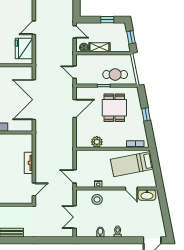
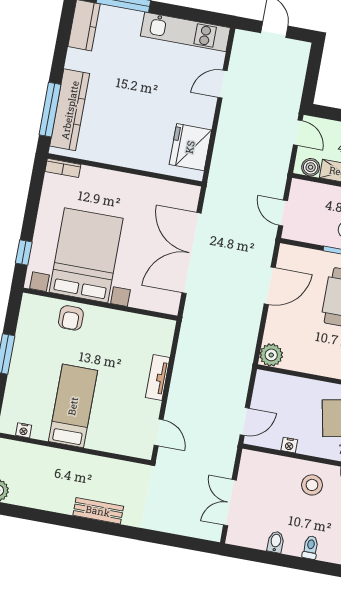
door: (34, 28) -> (223, 84), moved
plant: (97, 142) -> (271, 355), moved
door: (75, 176) -> (245, 421), swing flipped
door: (34, 189) -> (159, 432), hinge flipped
stool: (97, 199) -> (312, 485), moved

